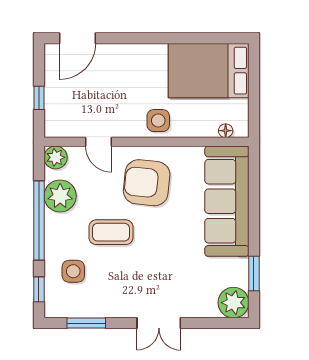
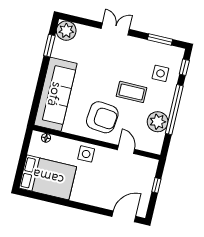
plant: (56, 157) -> (155, 146), removed

